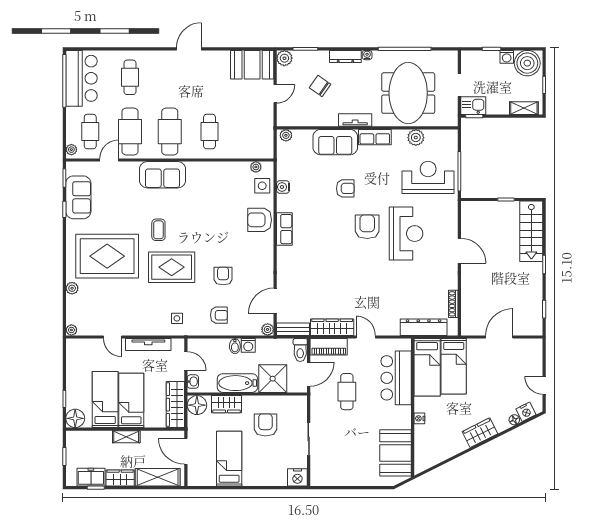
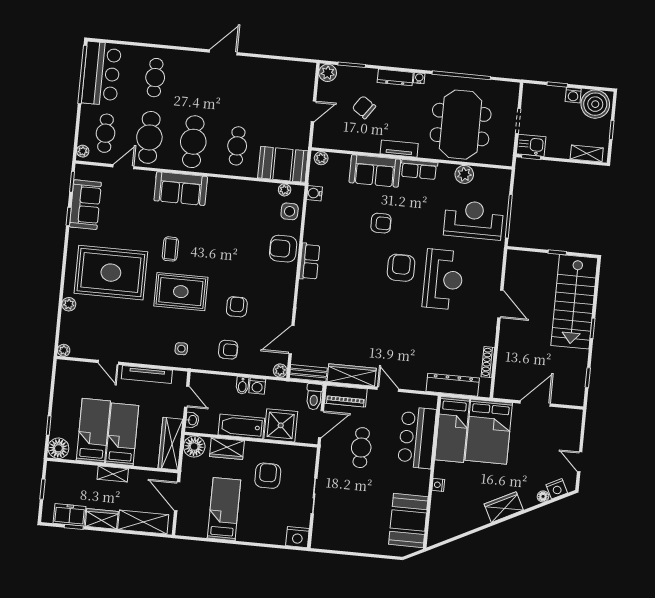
booth: (252, 65) -> (283, 164), moved
water cooler: (283, 187) -> (314, 193), moved
stairs: (531, 231) -> (574, 302), width x1.36, depth x1.51
bed: (454, 366) -> (489, 432), width x1.50

